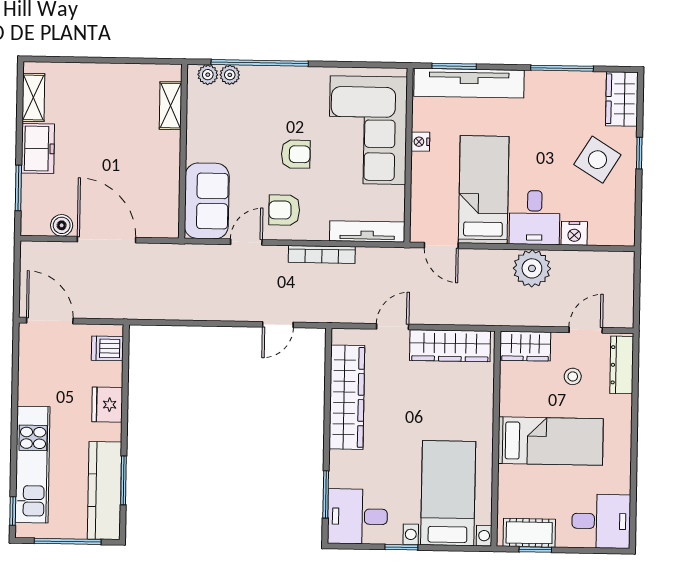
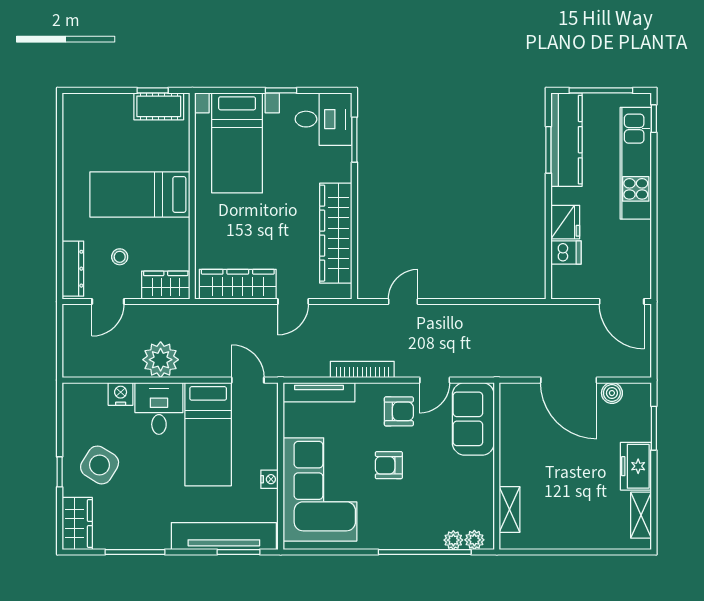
dishwasher: (107, 348) -> (566, 253), moved
desk: (601, 521) -> (90, 119), removed

